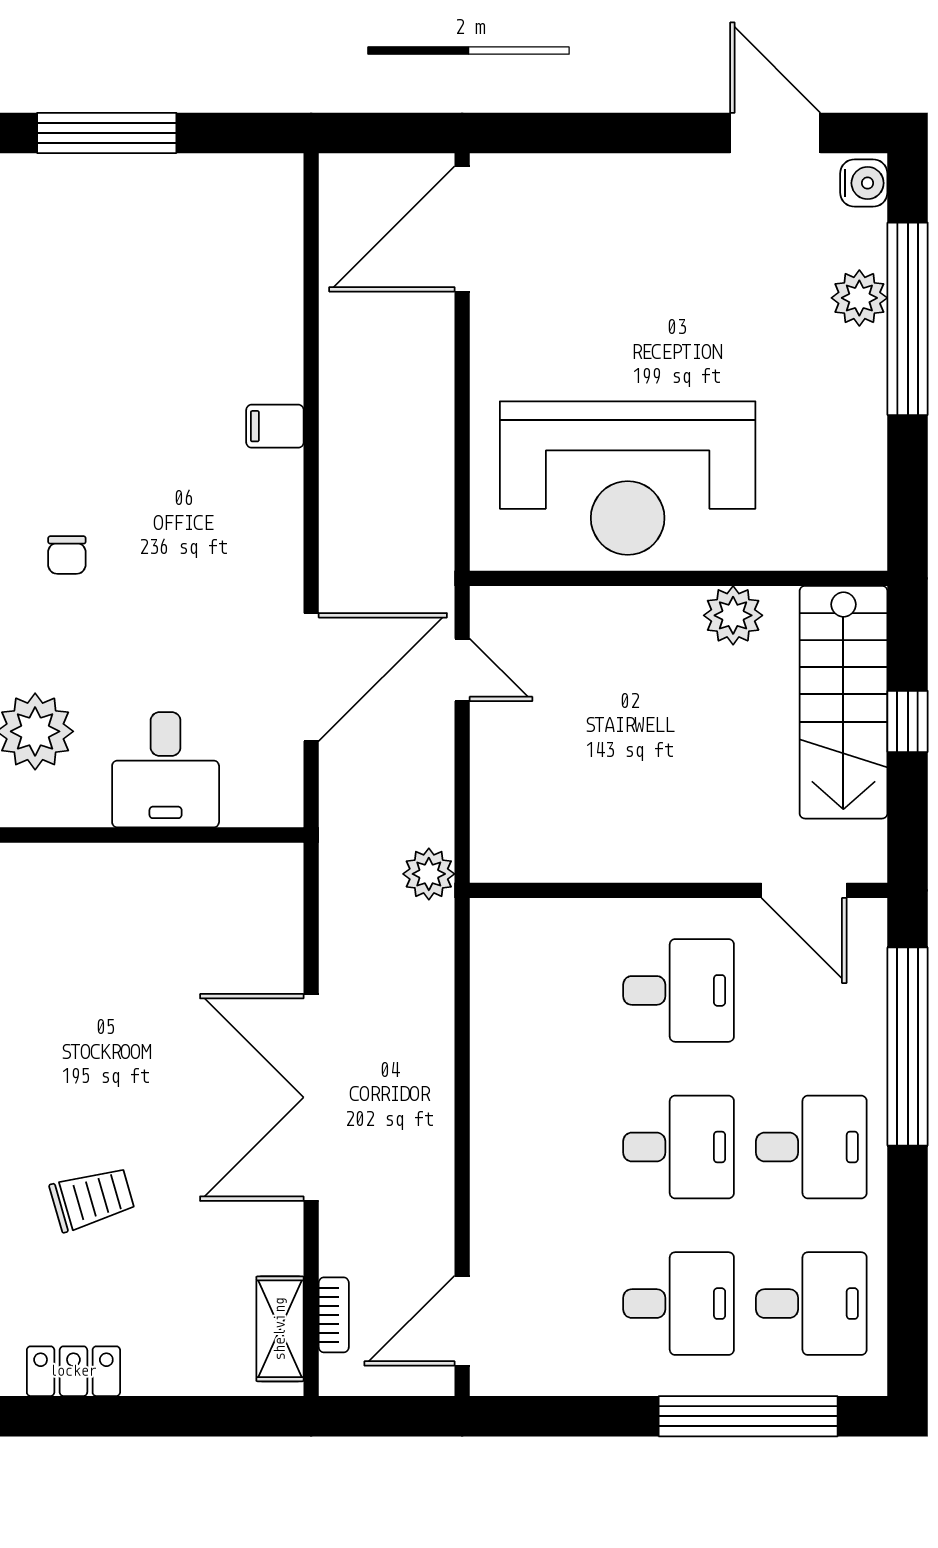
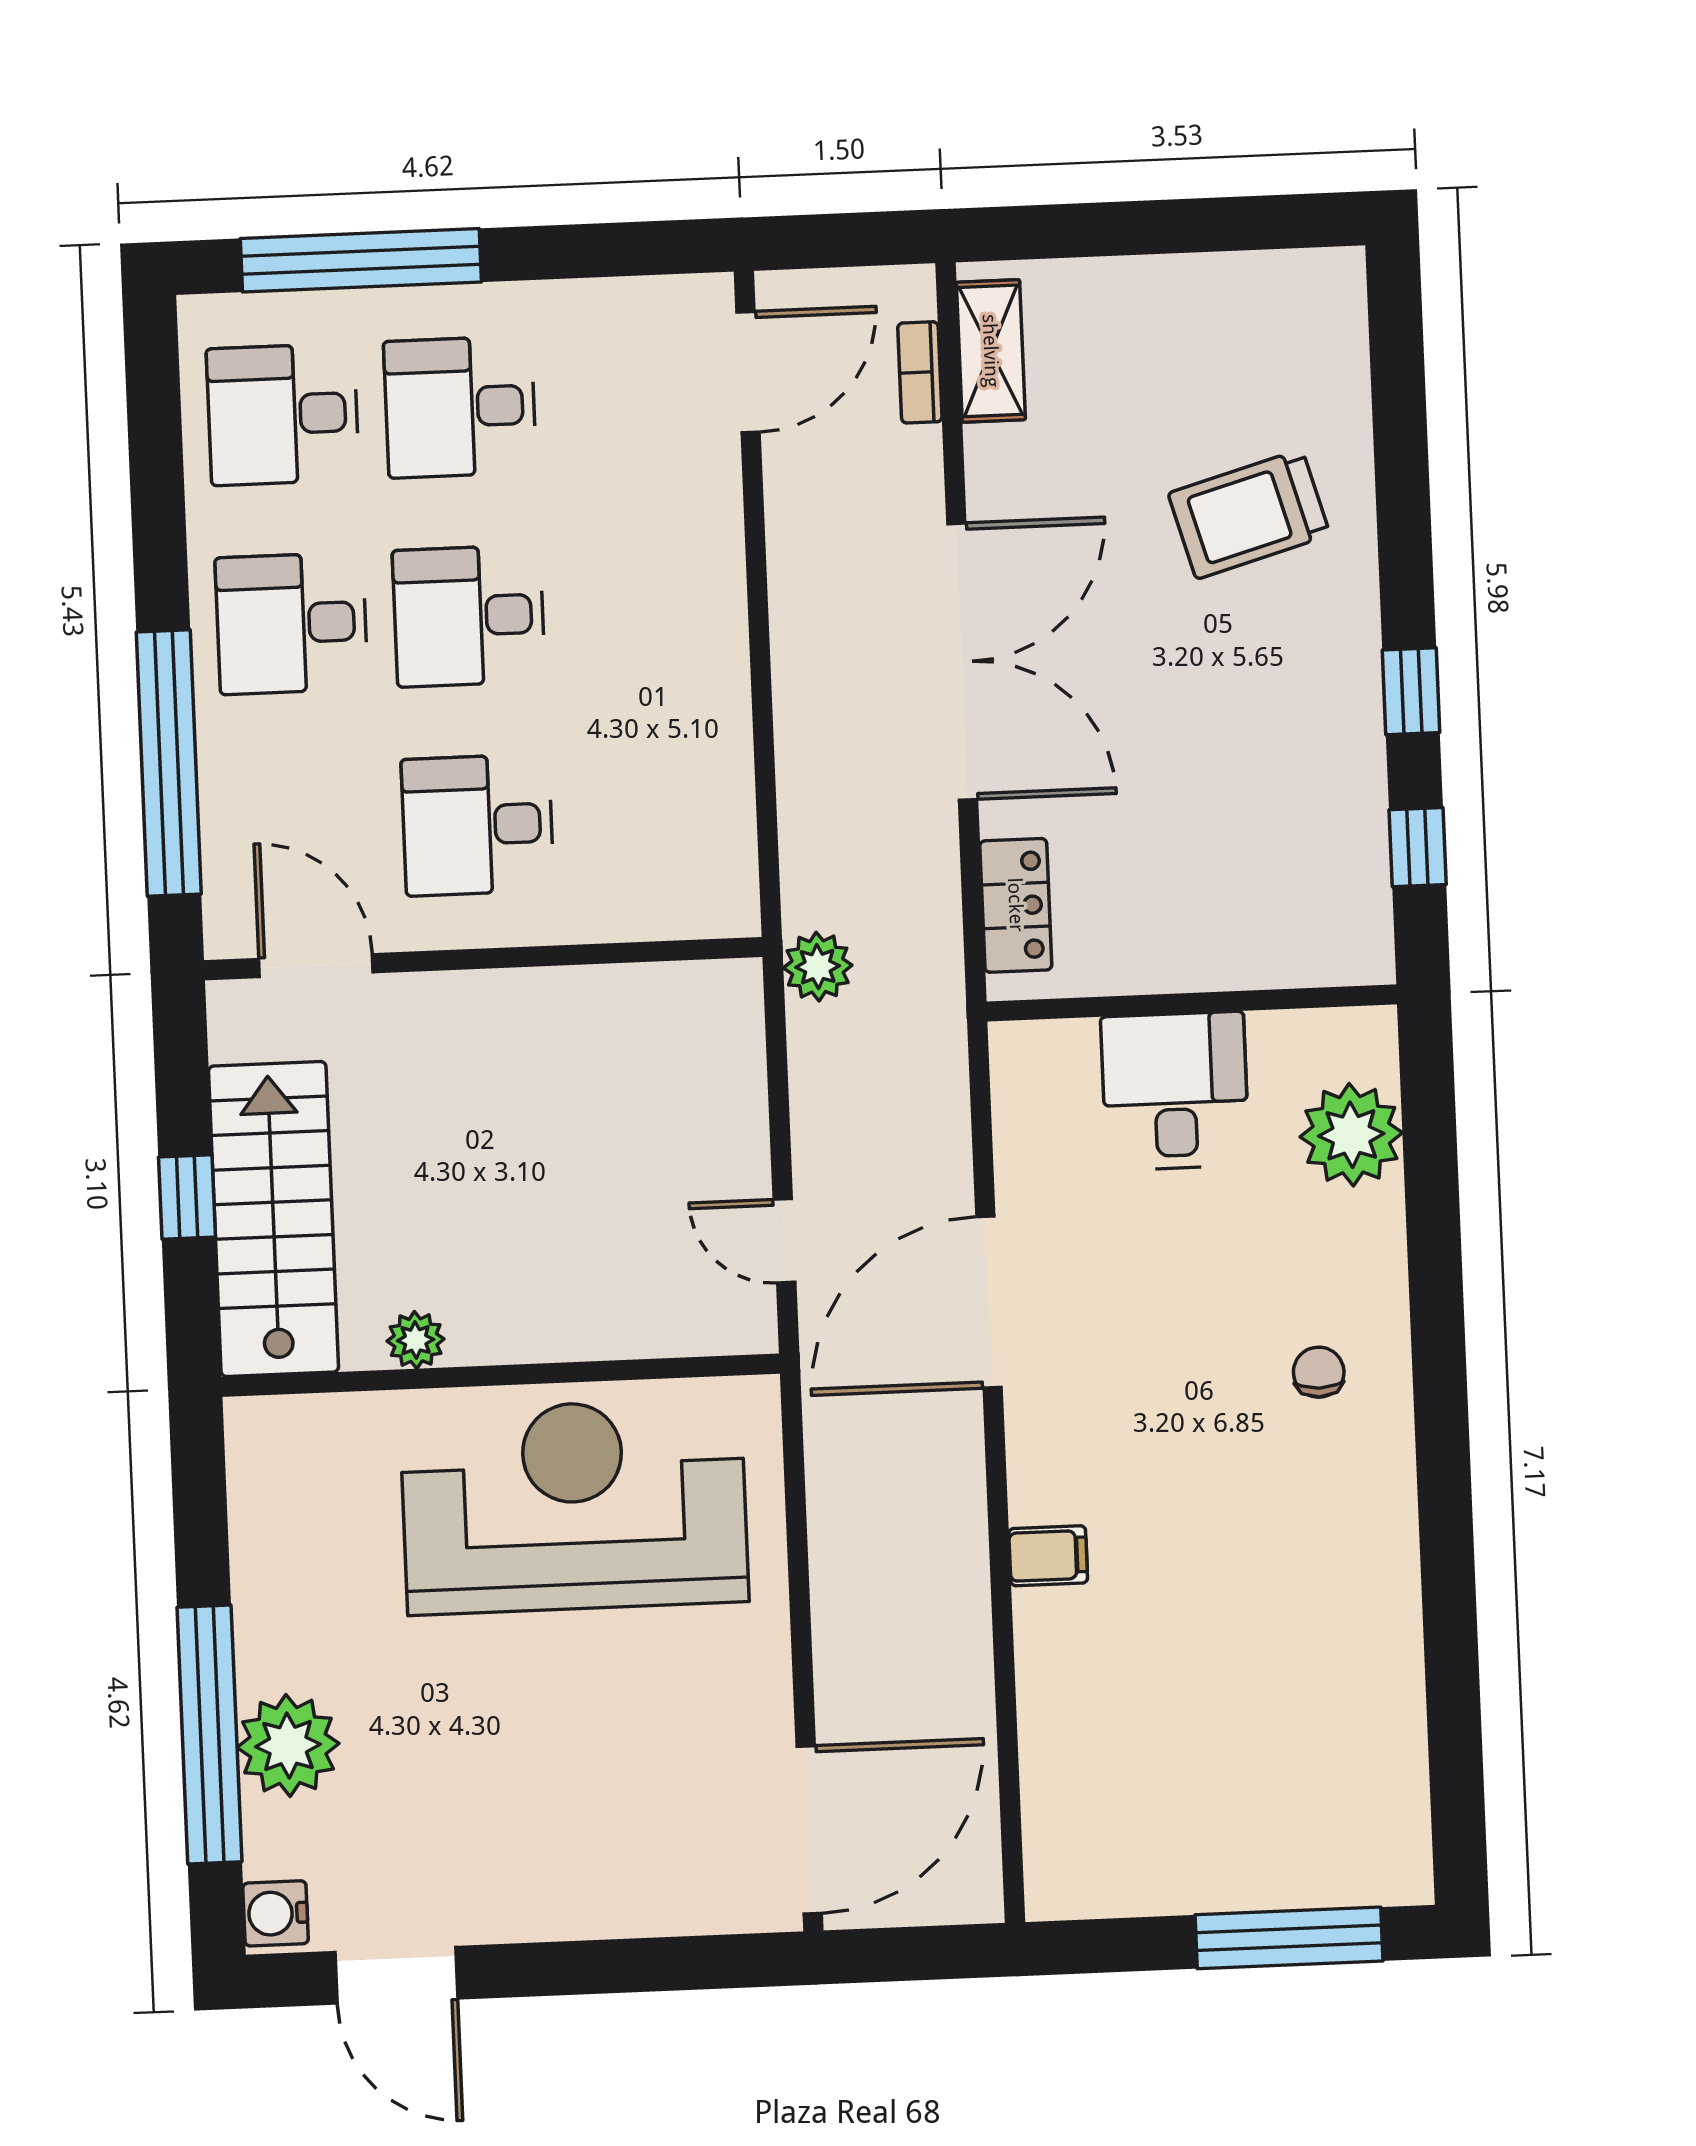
plant: (859, 298) -> (288, 1745), width x1.36, depth x1.36
plant: (733, 615) -> (416, 1340), width x0.73, depth x0.73
door: (311, 677) -> (989, 1302), moved
trolley: (92, 1199) -> (1249, 514), width x1.36, depth x1.39
locker: (73, 1371) -> (1016, 905), moved, turned -90

